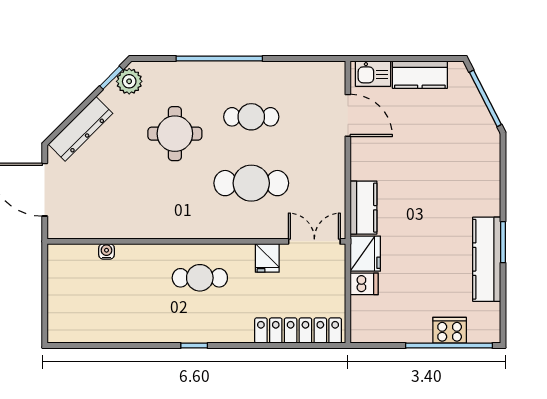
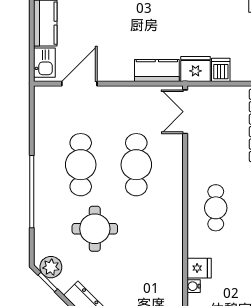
cafe table: (251, 117) -> (81, 165), width x1.37, depth x1.35
fridge: (267, 258) -> (199, 268), moved

